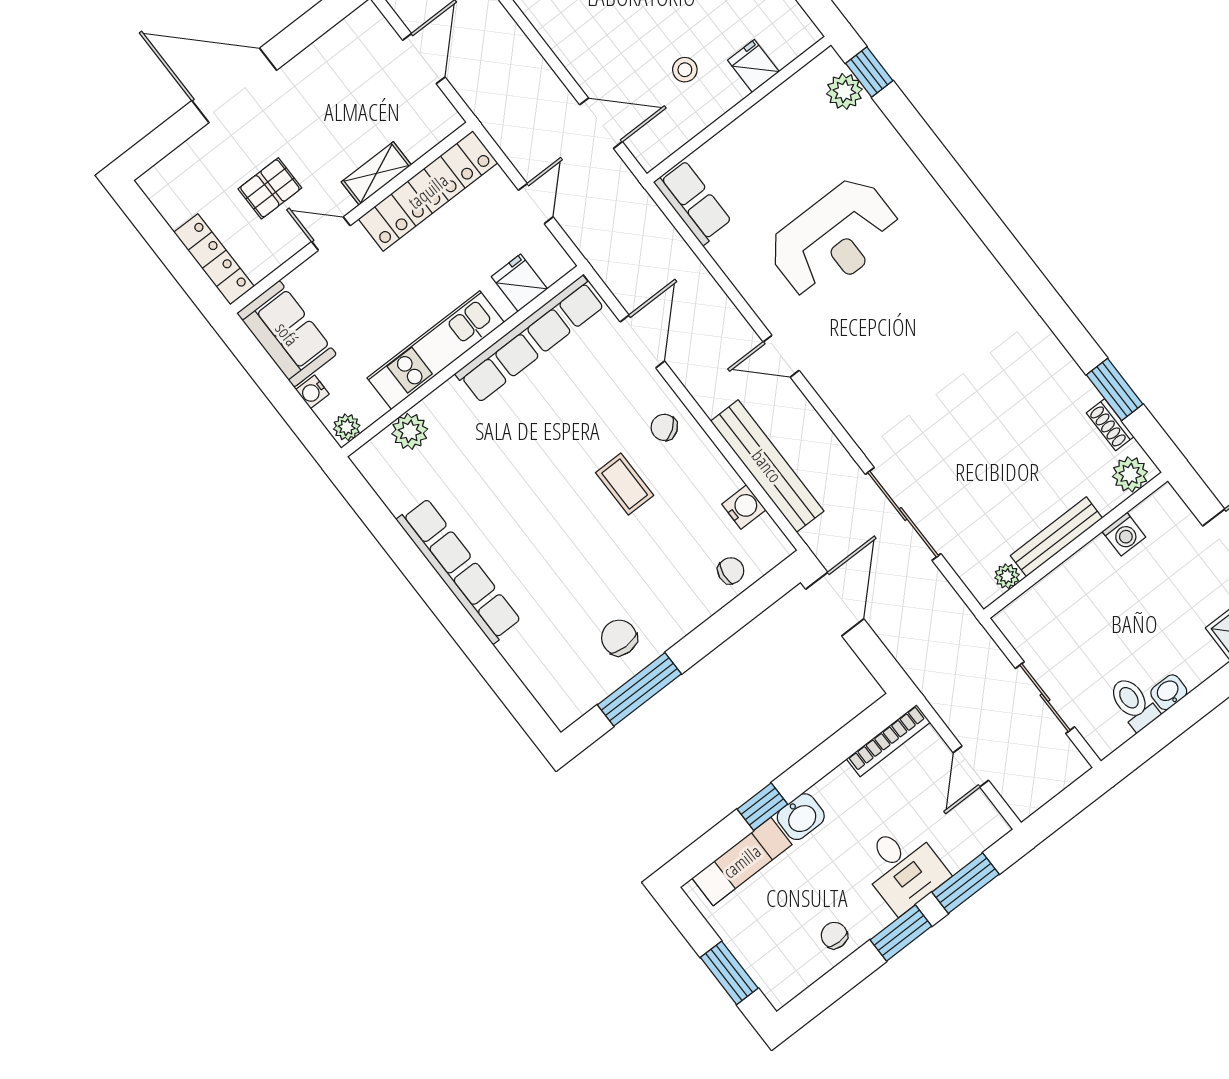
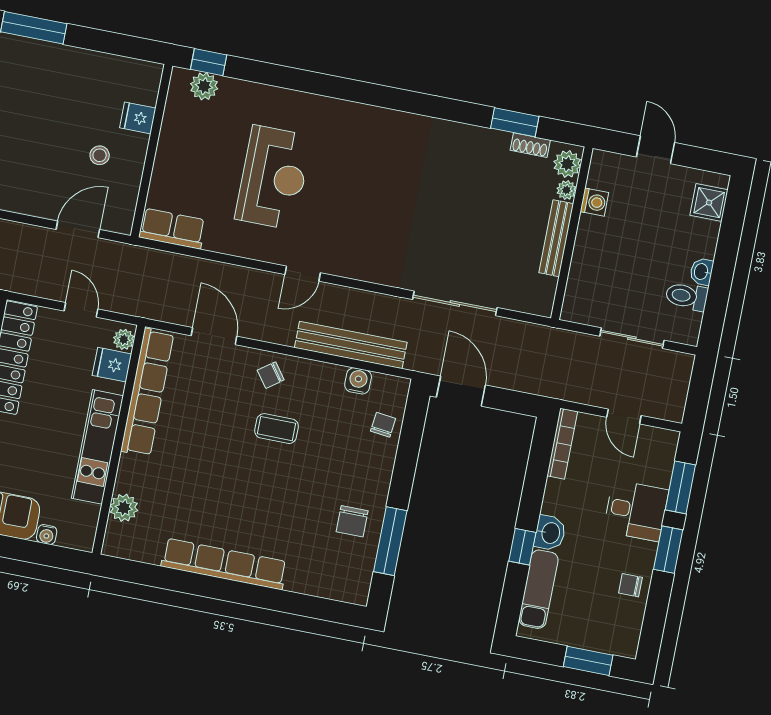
plant: (347, 427) -> (124, 339), moved
plant: (1007, 576) -> (566, 190), moved
chair: (619, 638) -> (352, 521), turned -90

